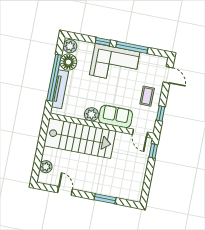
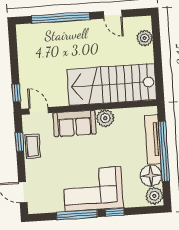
coffee table: (147, 96) -> (33, 146), moved
window: (105, 199) -> (61, 18), width x2.11

